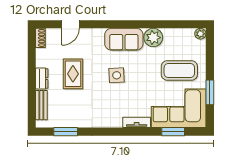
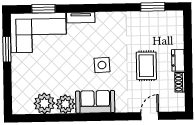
plant: (200, 34) -> (44, 103), moved, width x1.88, depth x1.88
shoe rack: (40, 38) -> (180, 82), moved
coffee table: (179, 70) -> (38, 71), removed
bench: (41, 105) -> (178, 33), removed

